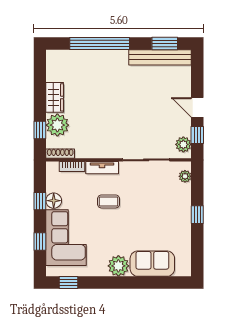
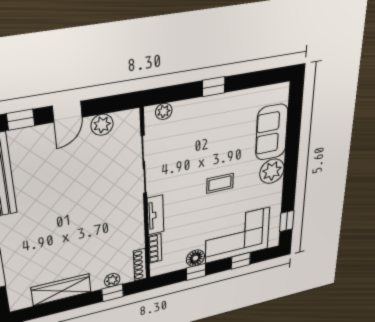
wardrobe: (55, 97) -> (61, 290), width x1.50
plant: (57, 125) -> (112, 280), width x0.53, depth x0.53
window: (197, 135) -> (21, 120), moved
plant: (183, 144) -> (102, 125), moved
coffee table: (109, 201) -> (220, 183), moved, turned 90

